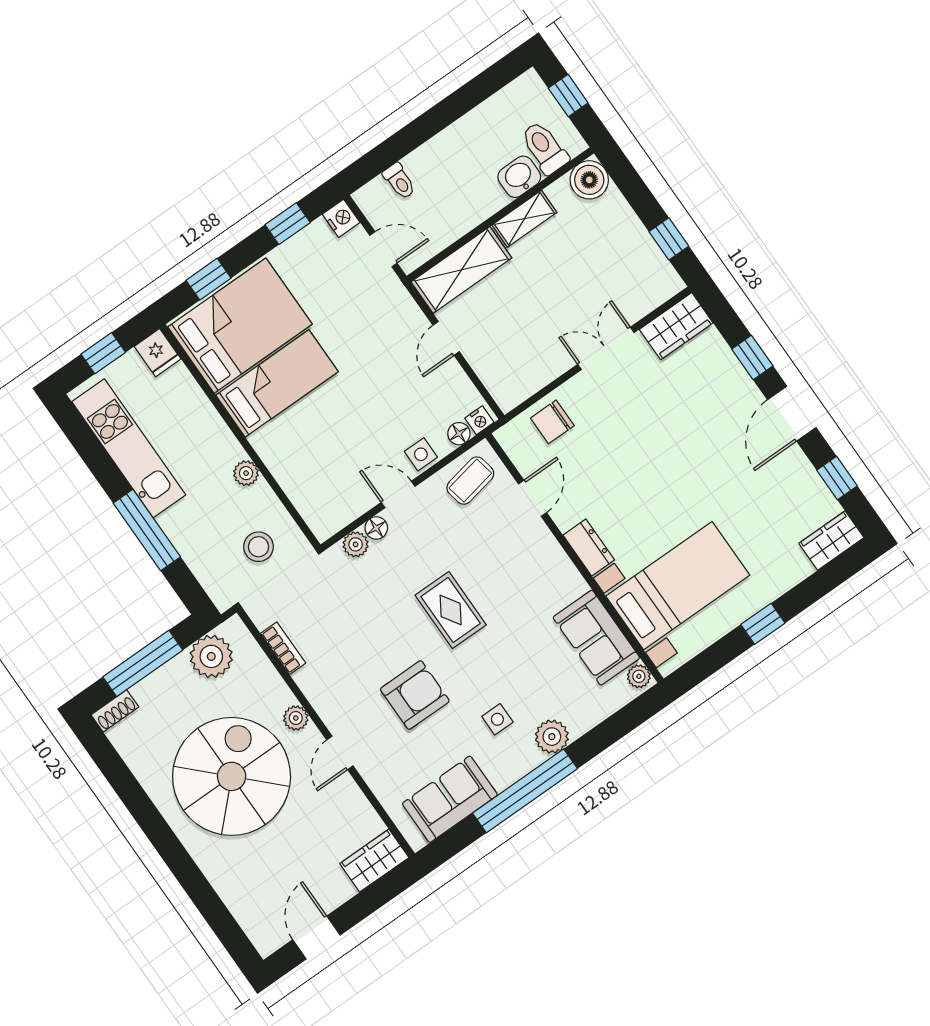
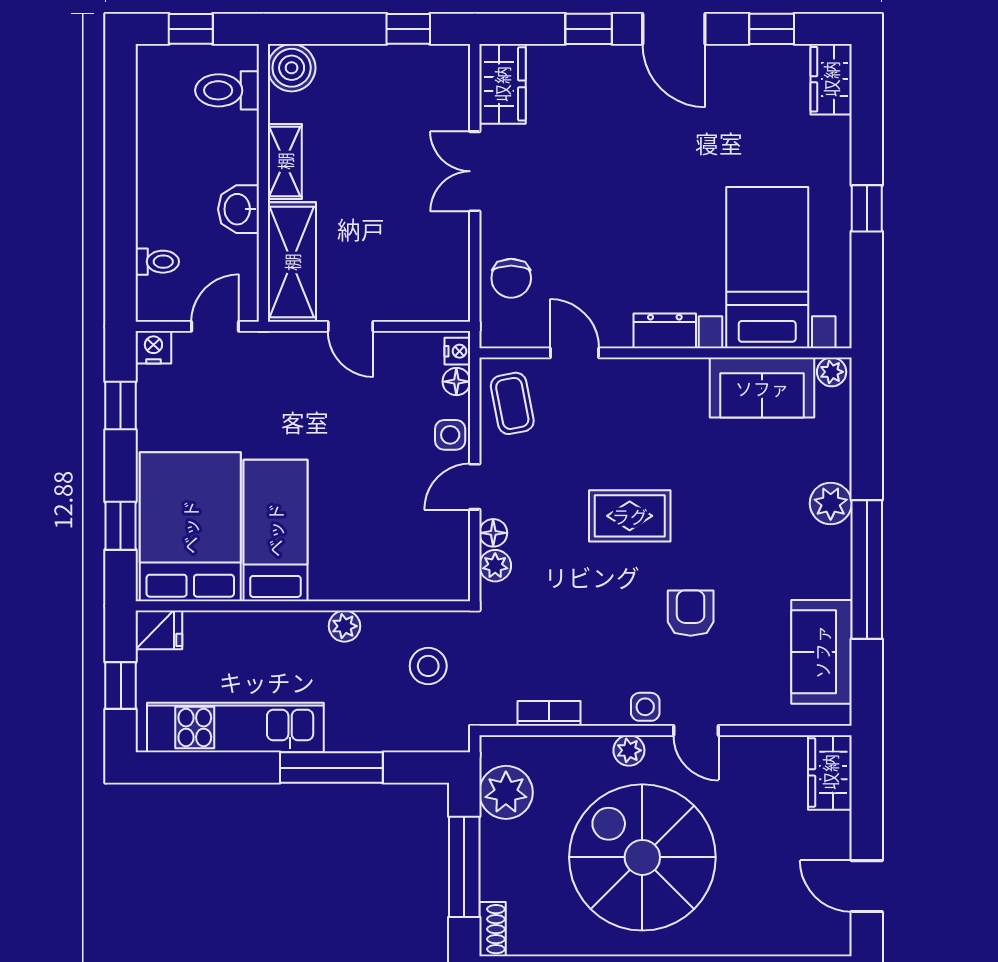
washbasin: (519, 177) -> (238, 209), moved
armchair: (415, 695) -> (691, 613), width x0.72, depth x0.72
side table: (497, 719) -> (645, 707), moved

